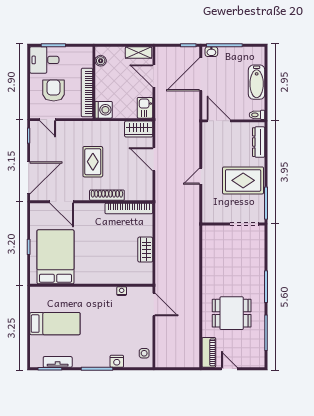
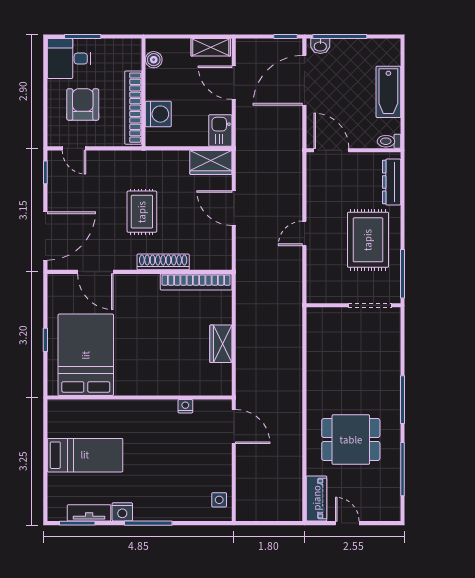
washing machine: (104, 110) -> (158, 114), moved
rug: (243, 180) -> (368, 240), turned 90
nightstand: (117, 361) -> (122, 512), moved

